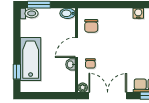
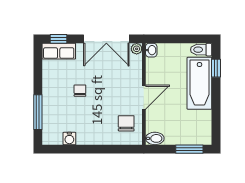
toilet: (29, 13) -> (201, 50), moved
chair: (90, 63) -> (80, 91), moved
washbasin: (70, 64) -> (151, 50), moved

